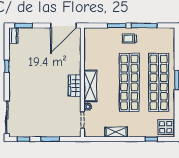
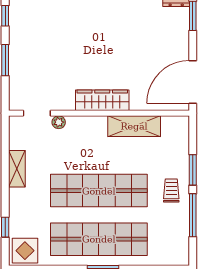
door: (63, 26) -> (193, 82), hinge flipped
wardrobe: (75, 86) -> (102, 100), width x1.50
shelving: (90, 86) -> (134, 126), moved

